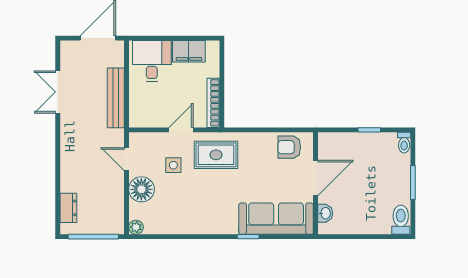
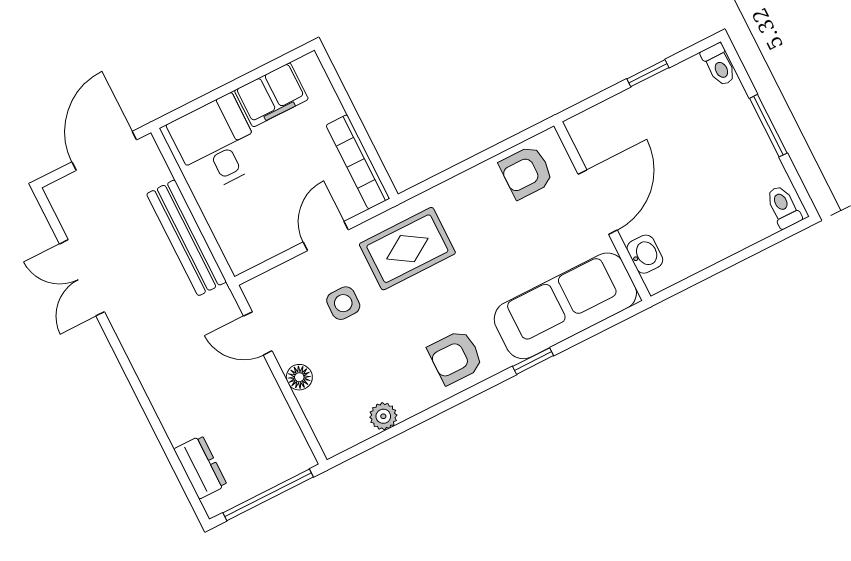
floor lamp: (141, 189) -> (299, 377), width x0.53, depth x0.53
armchair: (213, 217) -> (455, 357), added
toilet: (401, 220) -> (783, 207), width x0.73, depth x0.72
plant: (136, 227) -> (383, 416), moved

